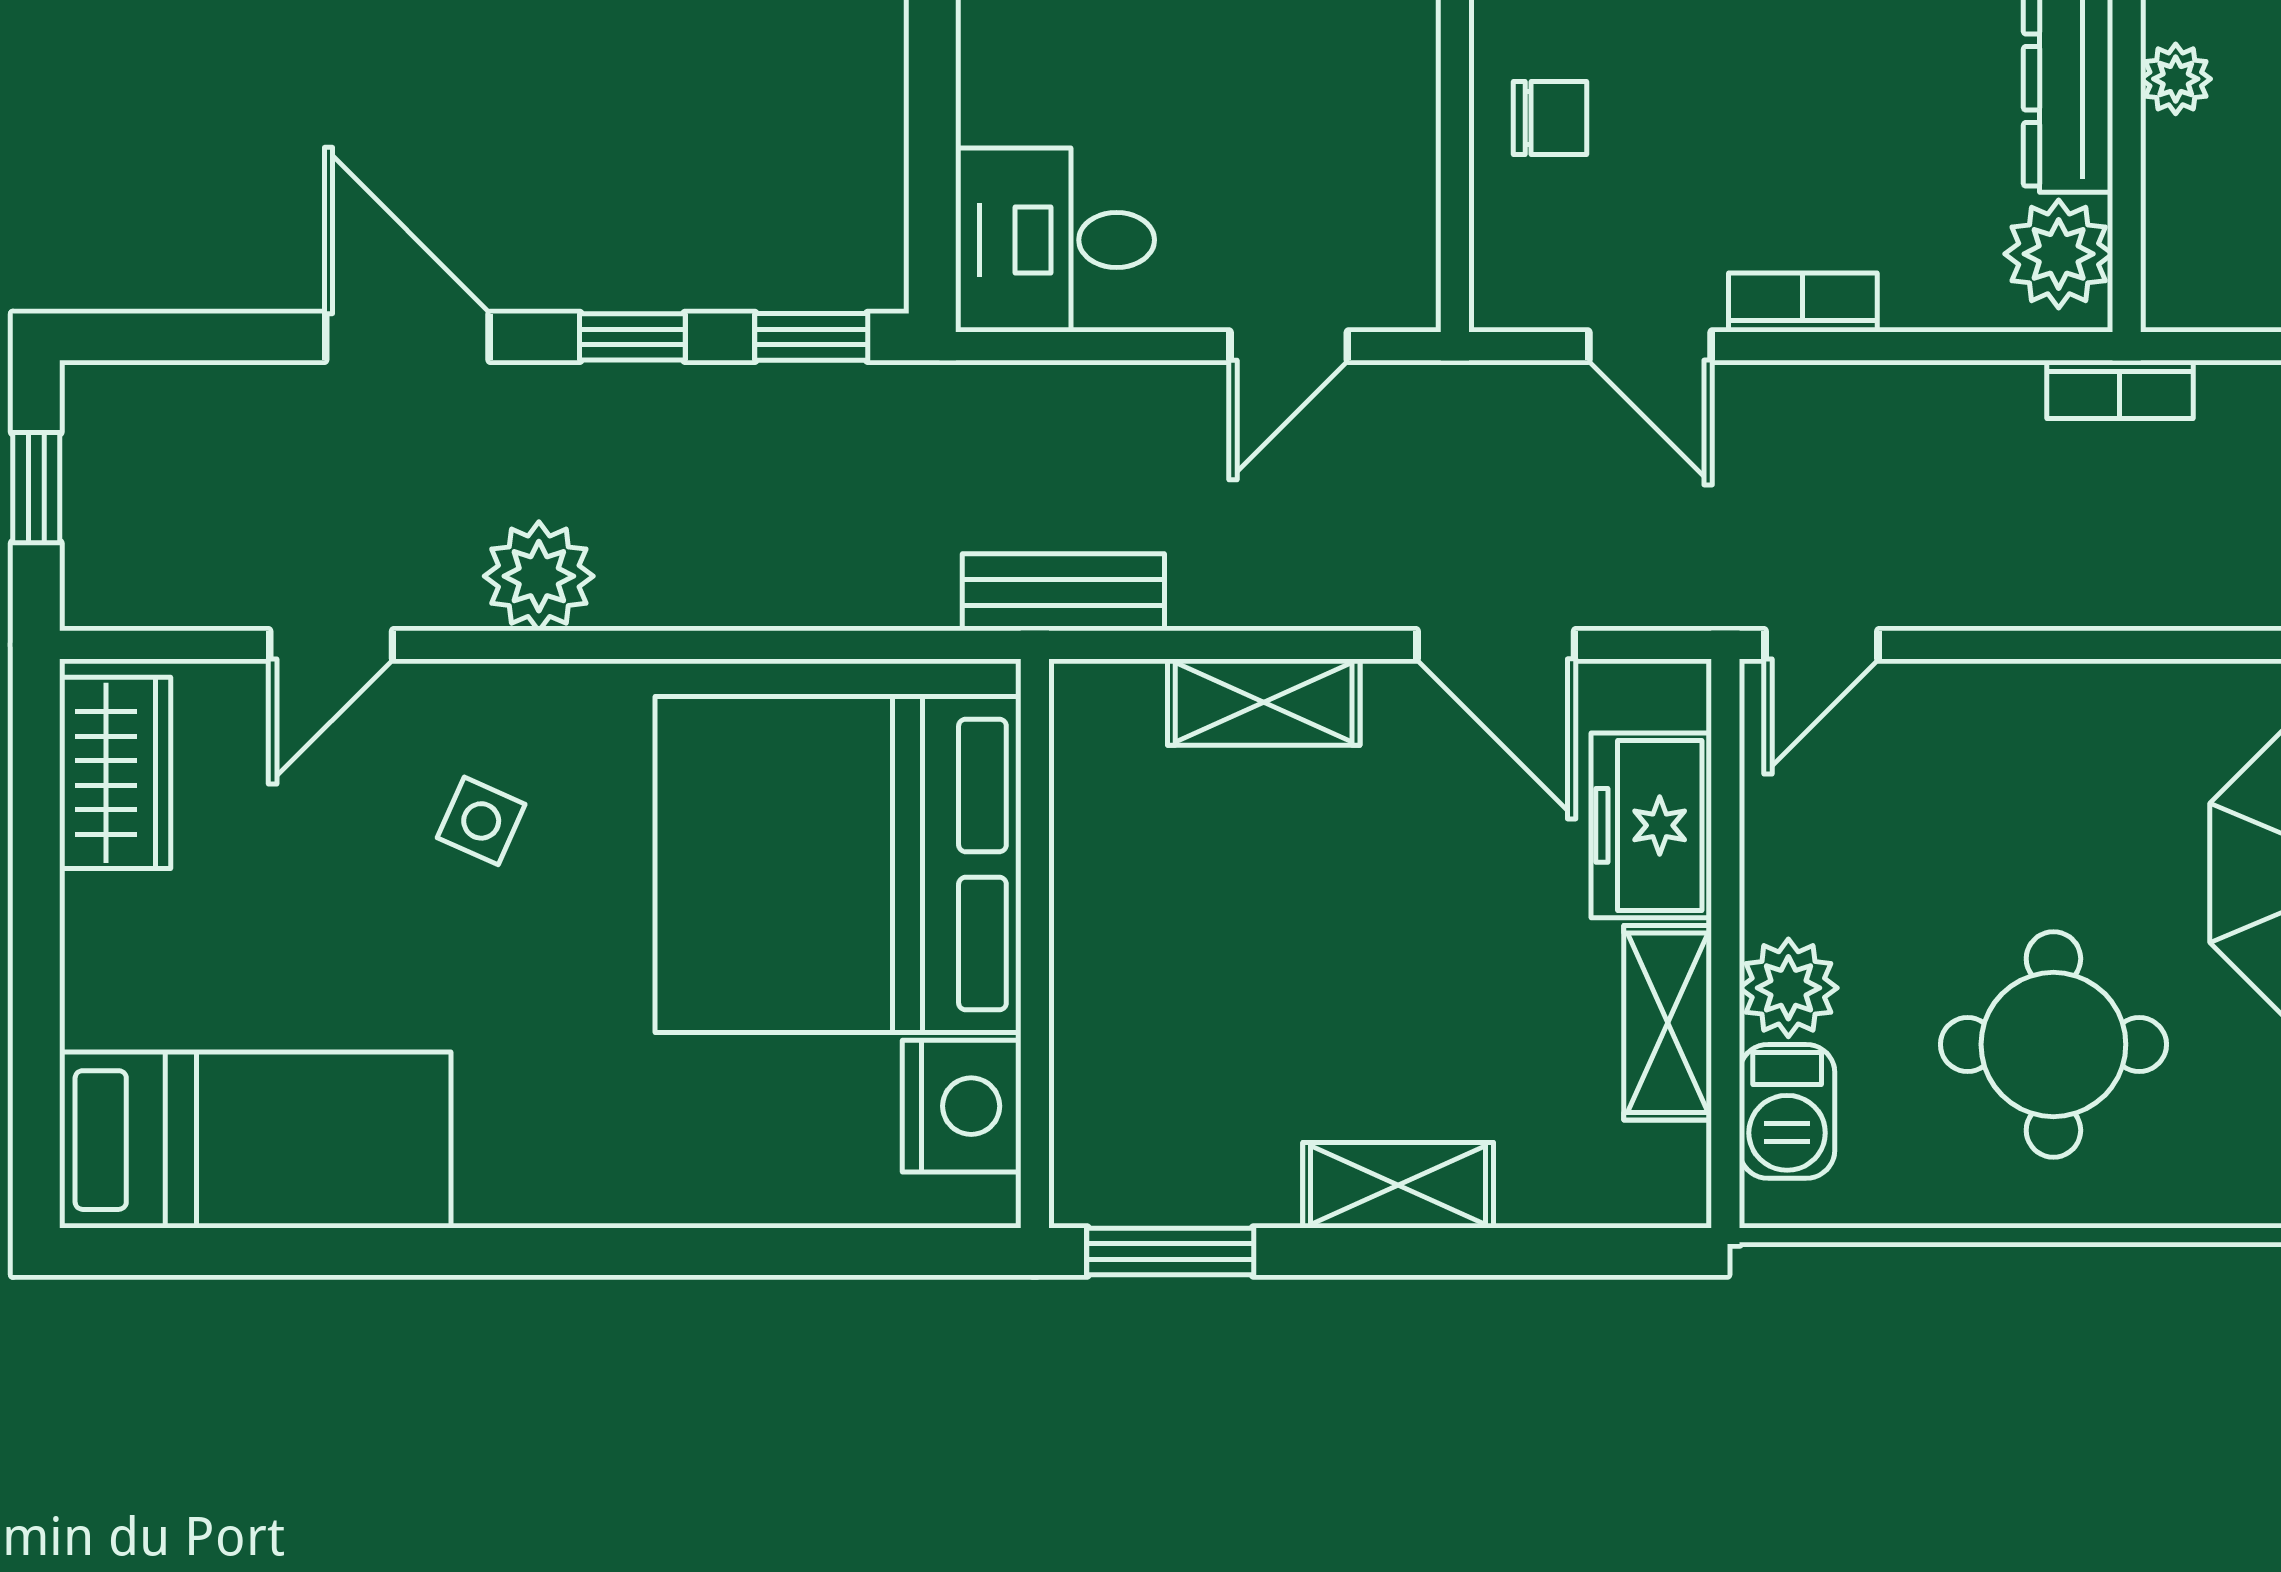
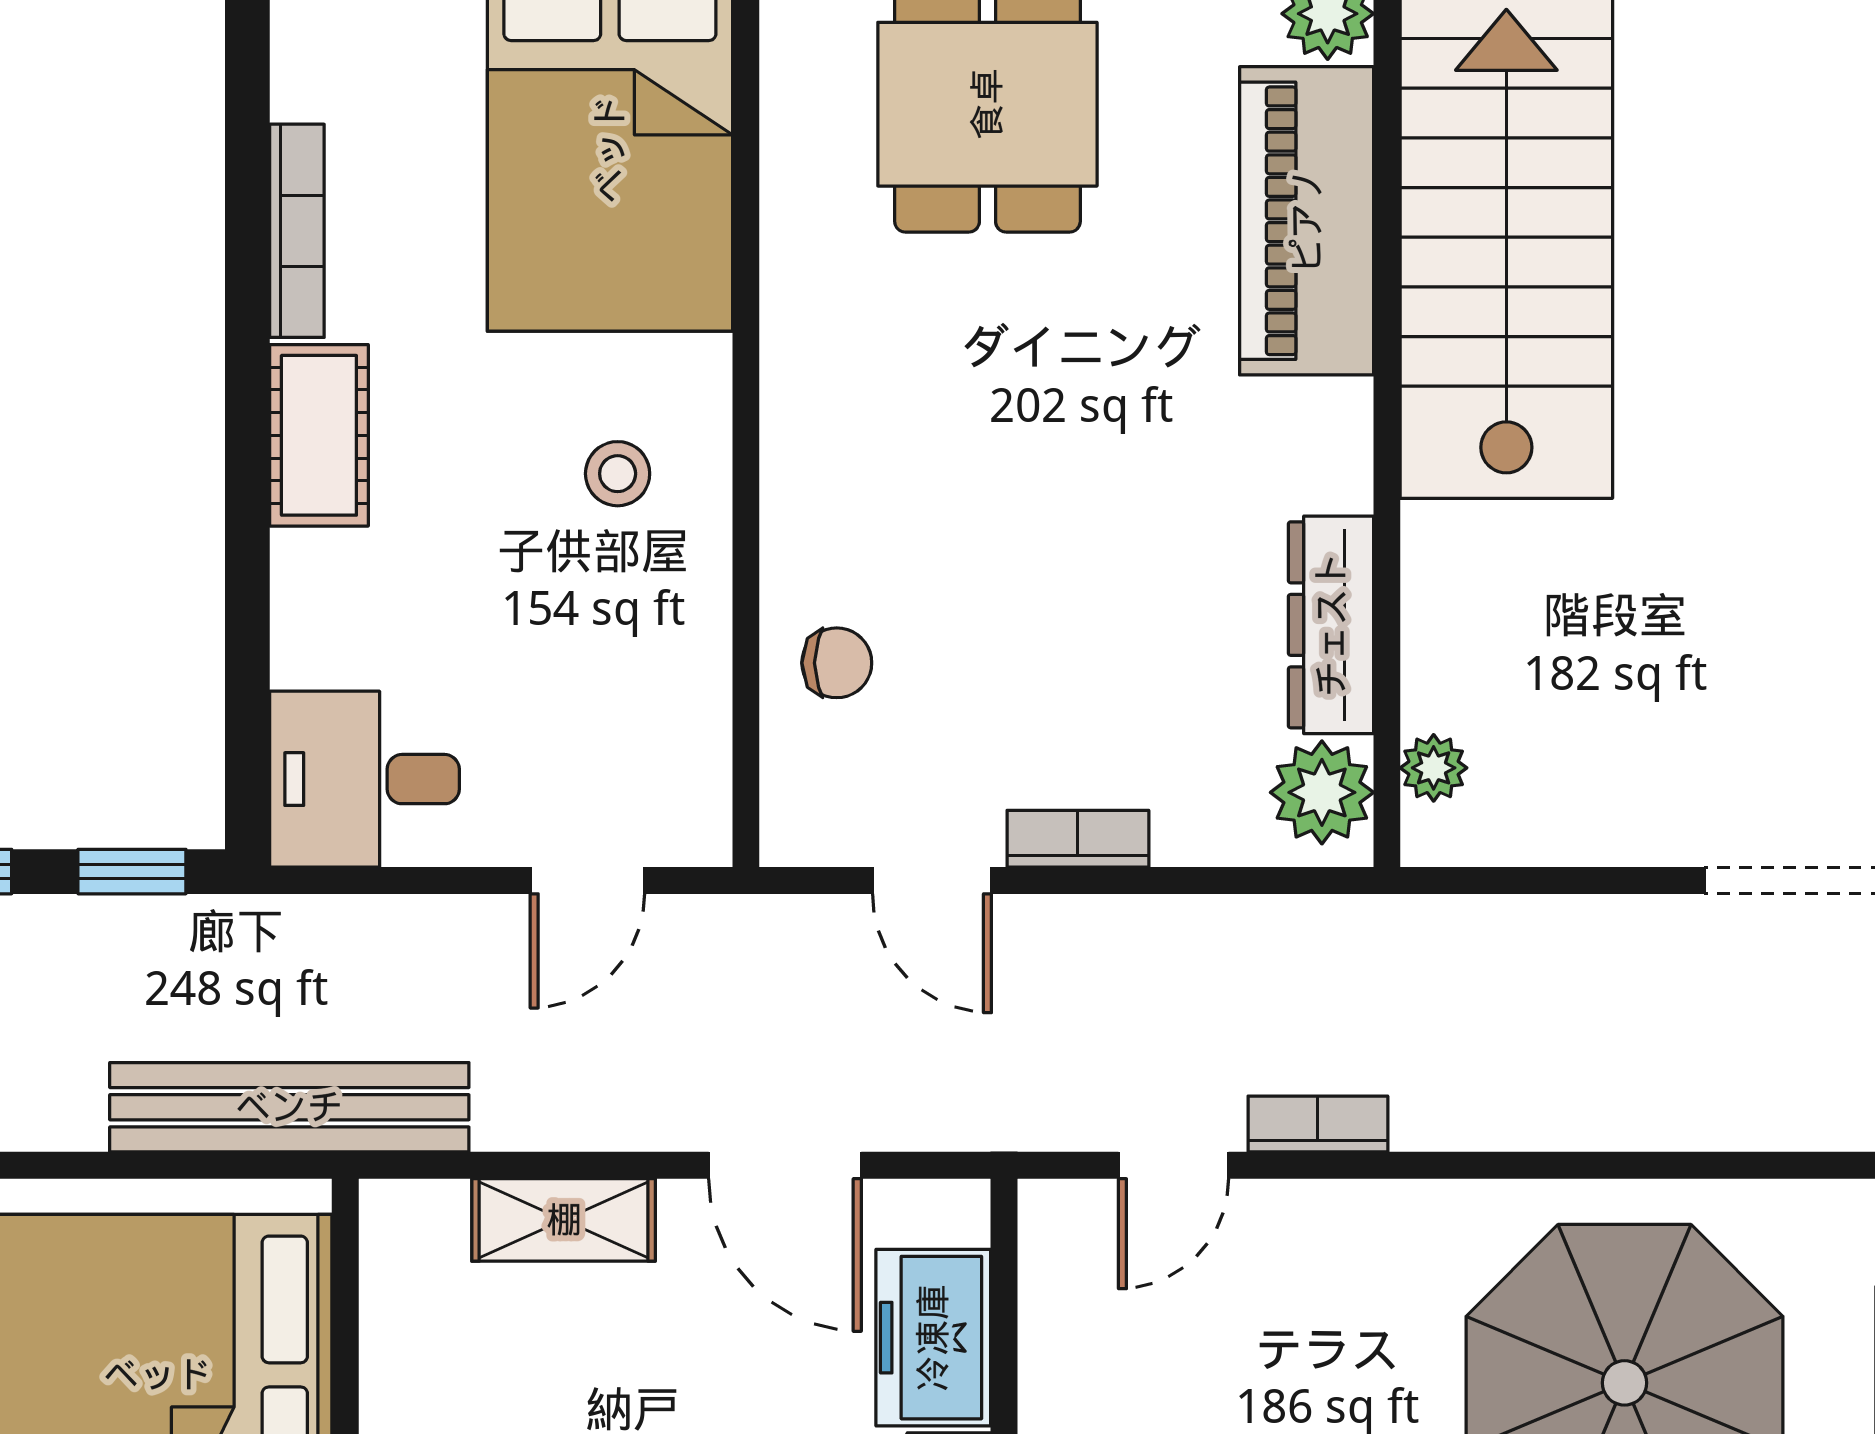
plant: (2176, 79) -> (1434, 768), moved
bookcase: (2120, 389) -> (1318, 1124), moved, turned 180
bench: (1063, 592) -> (289, 1107), width x1.86, depth x1.21
door: (1822, 645) -> (1173, 1165), moved

